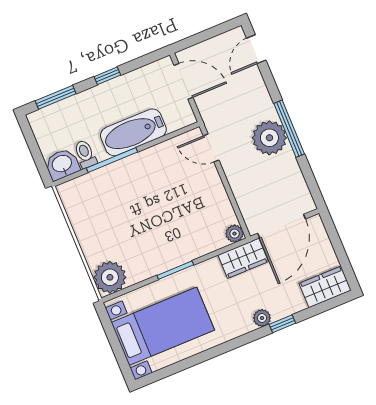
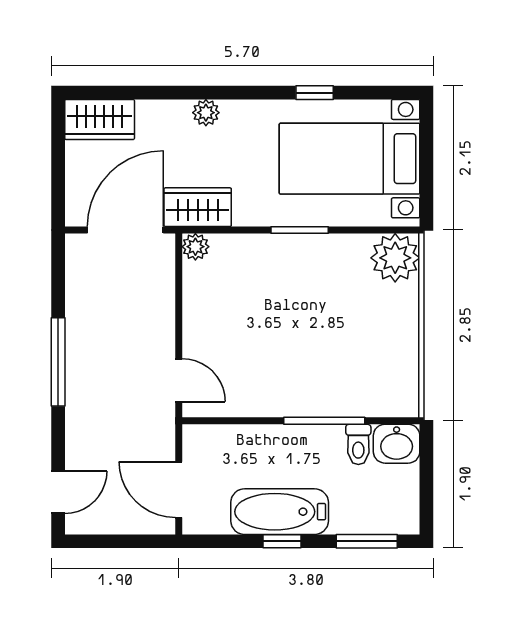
bathtub: (133, 132) -> (280, 512), moved, turned 180
plant: (269, 138) -> (91, 361), removed
window: (282, 324) -> (315, 93), moved

